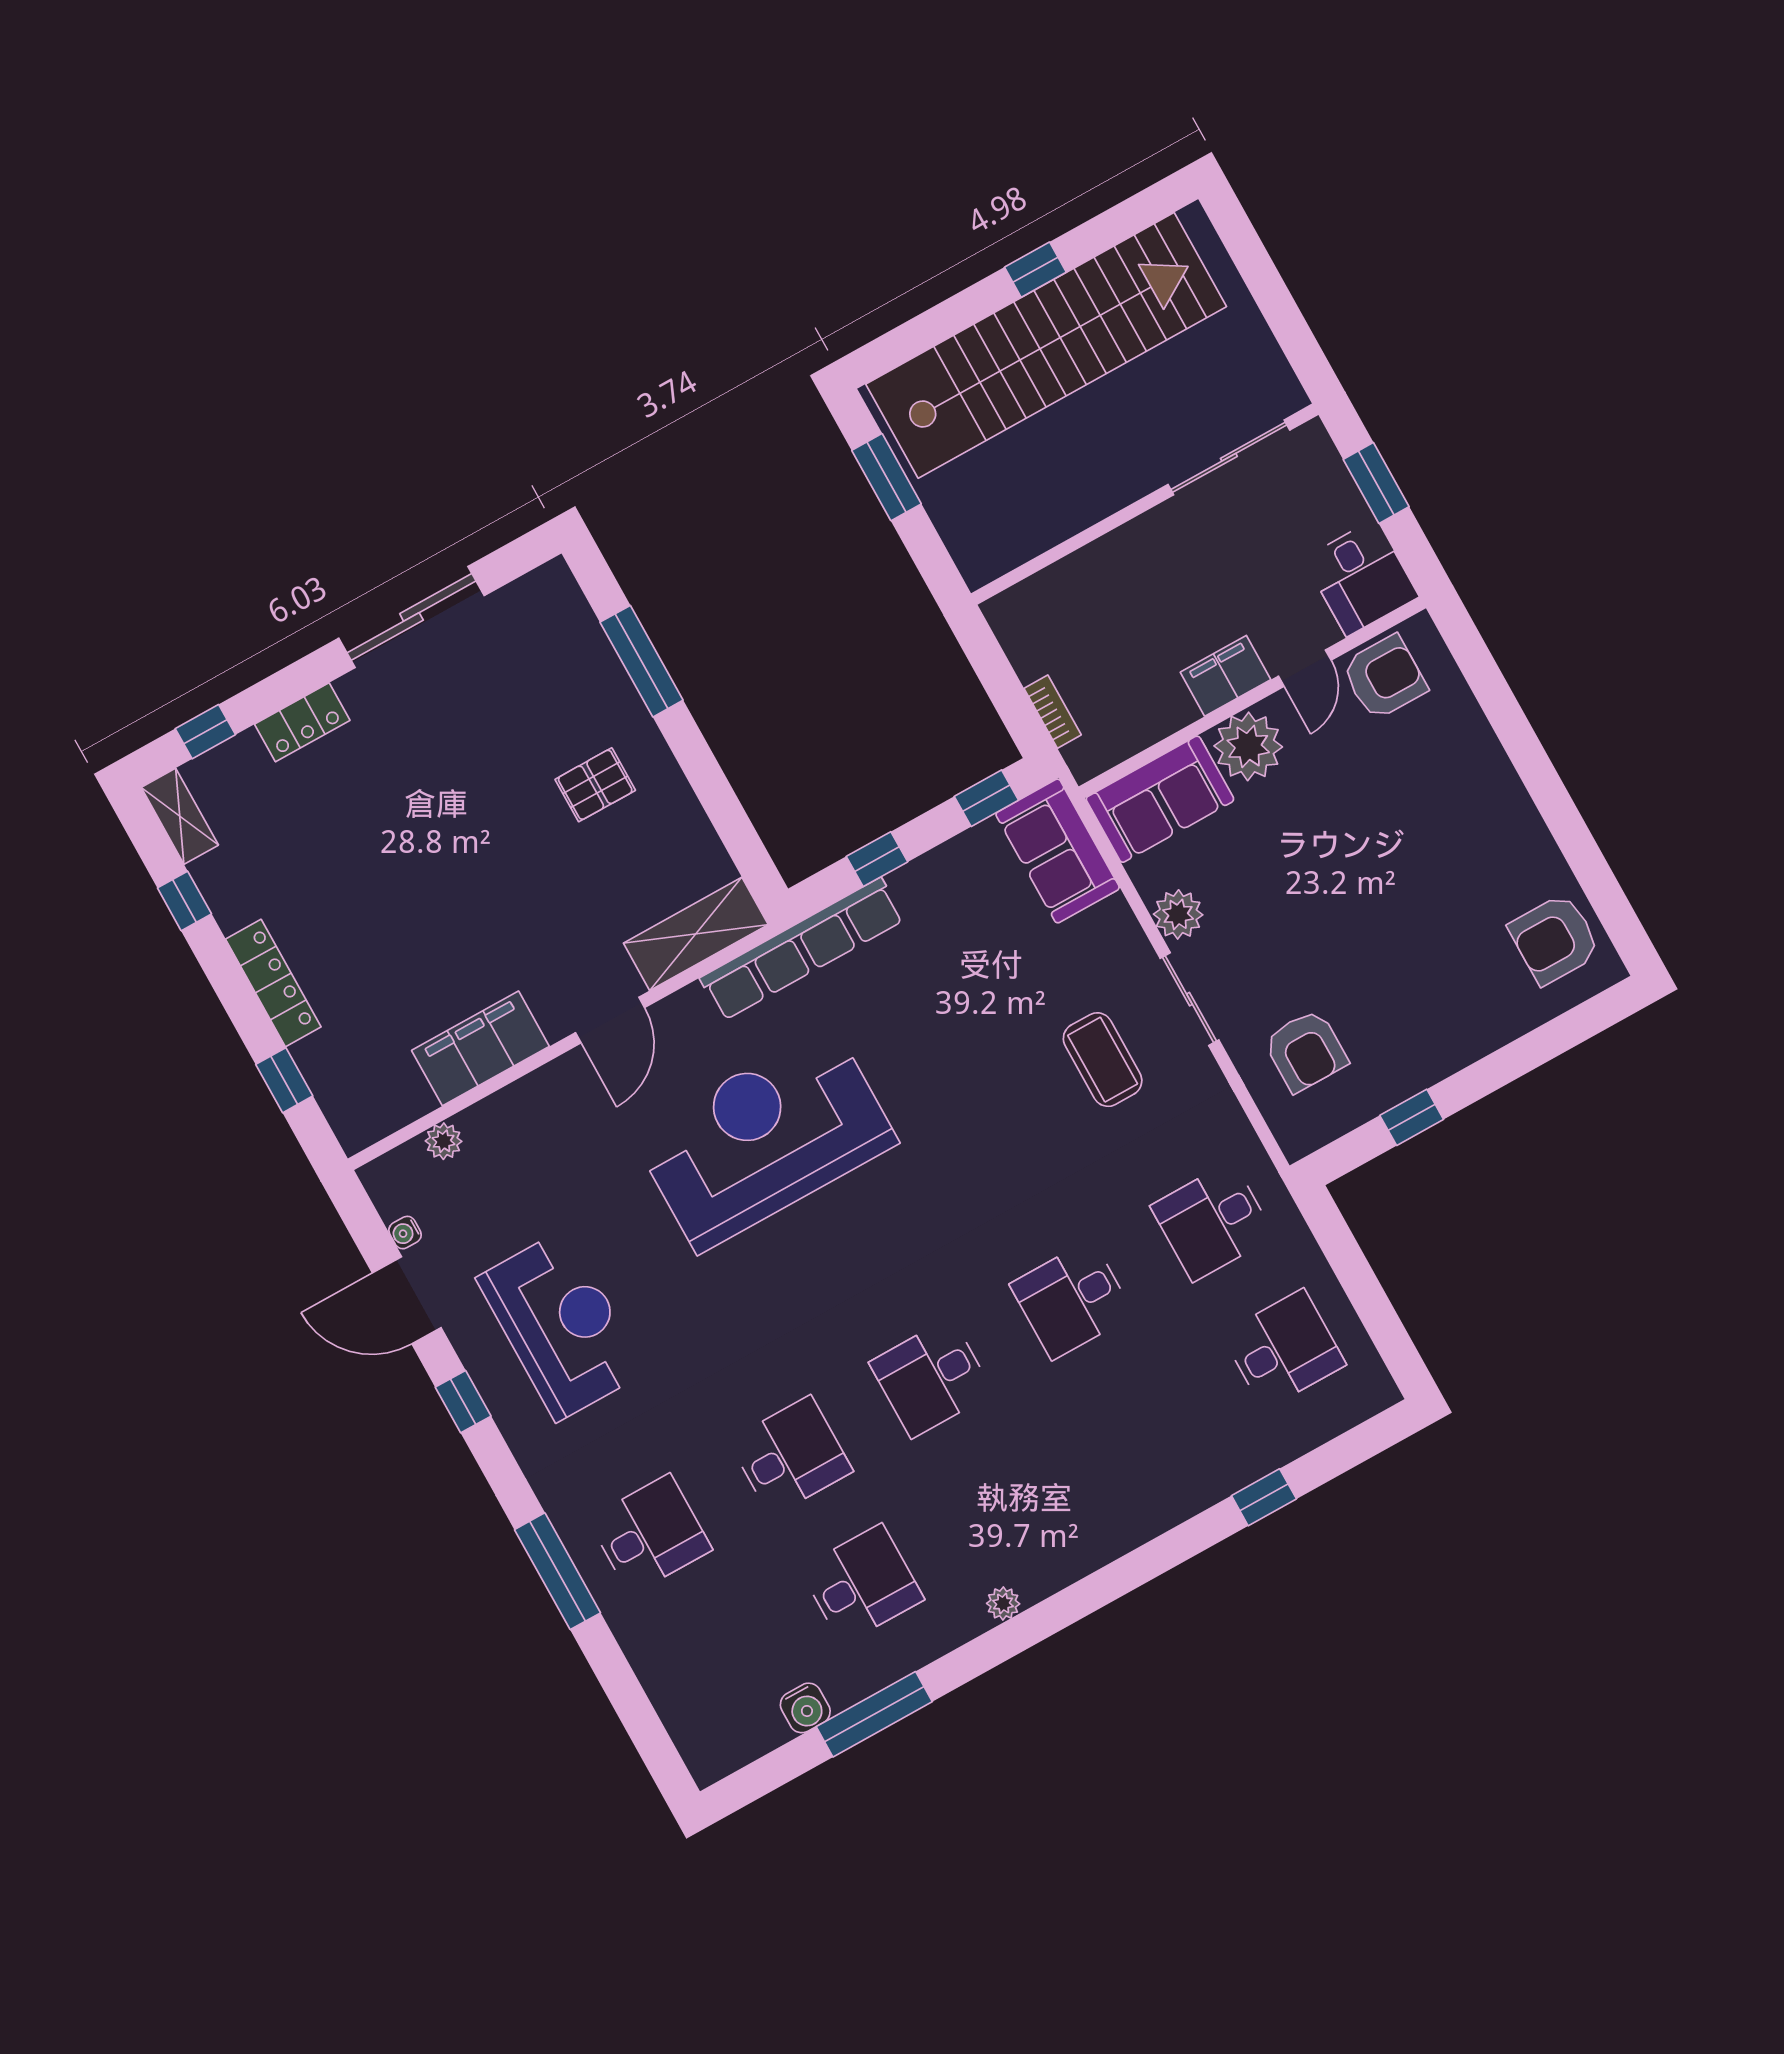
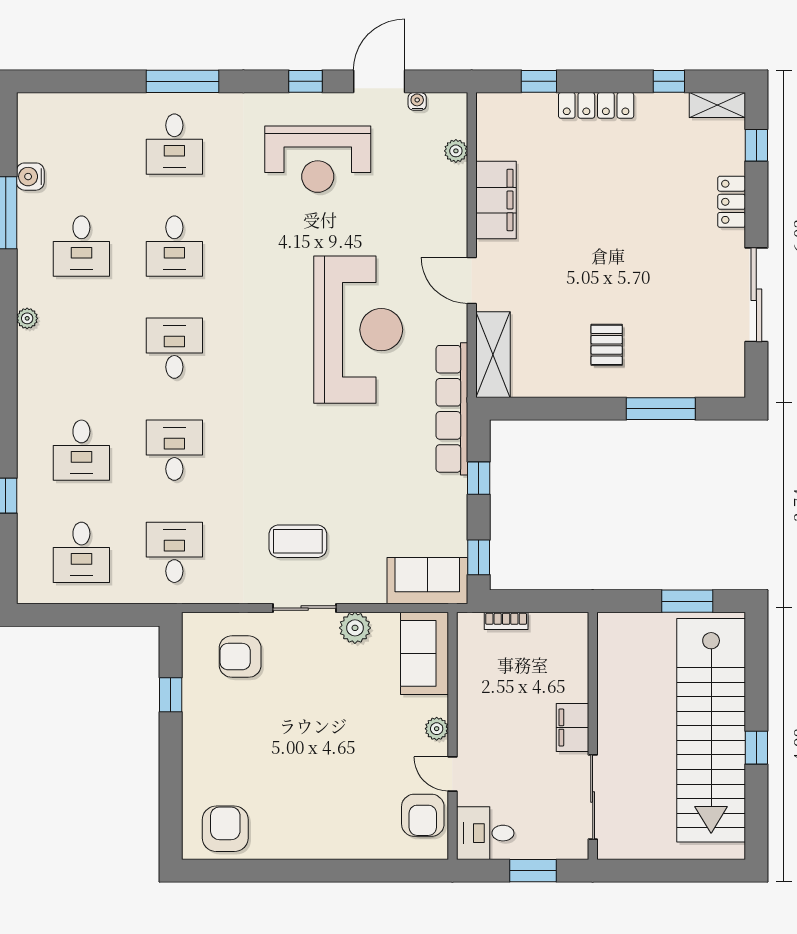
filing cabinet: (1226, 676) -> (572, 727), moved, turned 180
plant: (1248, 746) -> (437, 729), width x0.53, depth x0.53
desk: (1143, 1428) -> (81, 450), added

